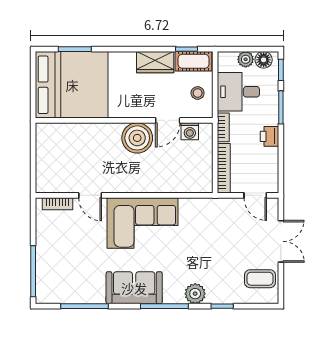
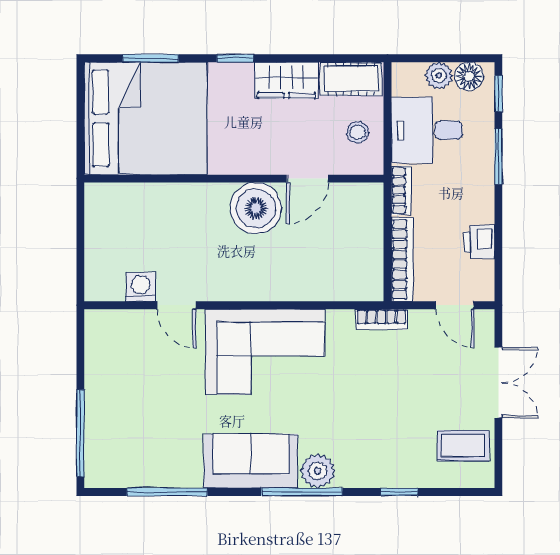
window: (187, 49) -> (235, 58), moved
washing machine: (190, 131) -> (141, 287), moved, turned 180
printer: (270, 136) -> (479, 242), moved
bookcase: (57, 204) -> (381, 319), moved
plant: (195, 294) -> (318, 471), moved

